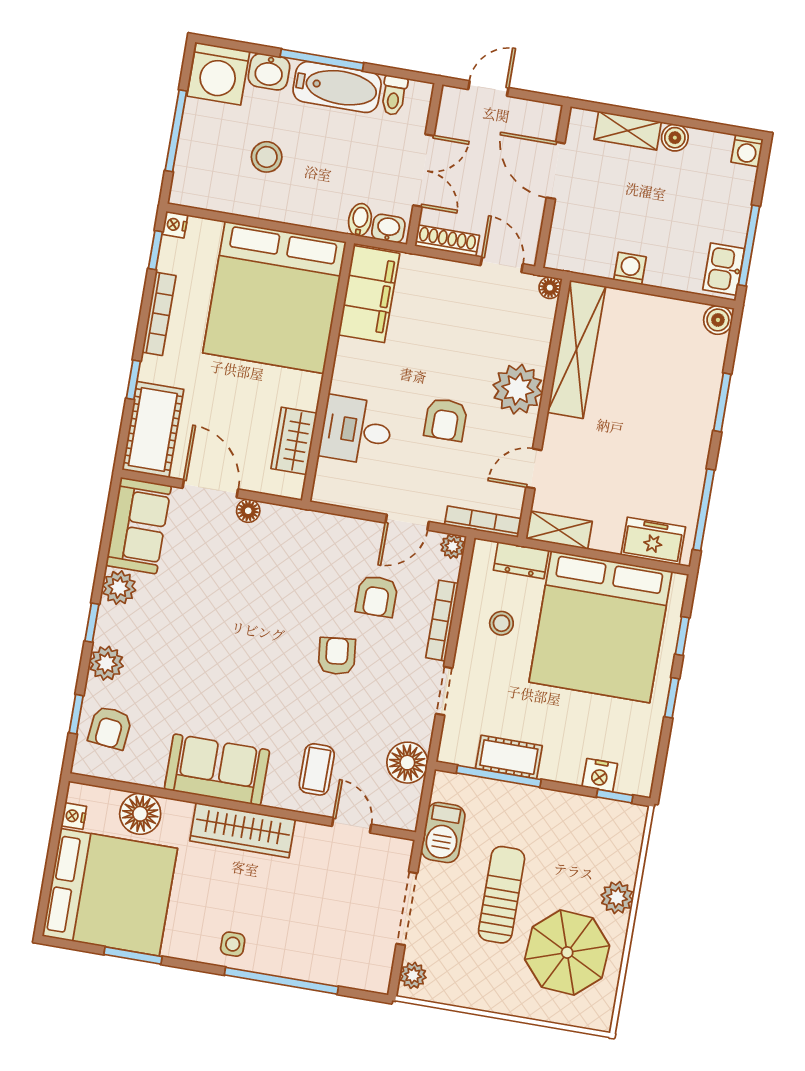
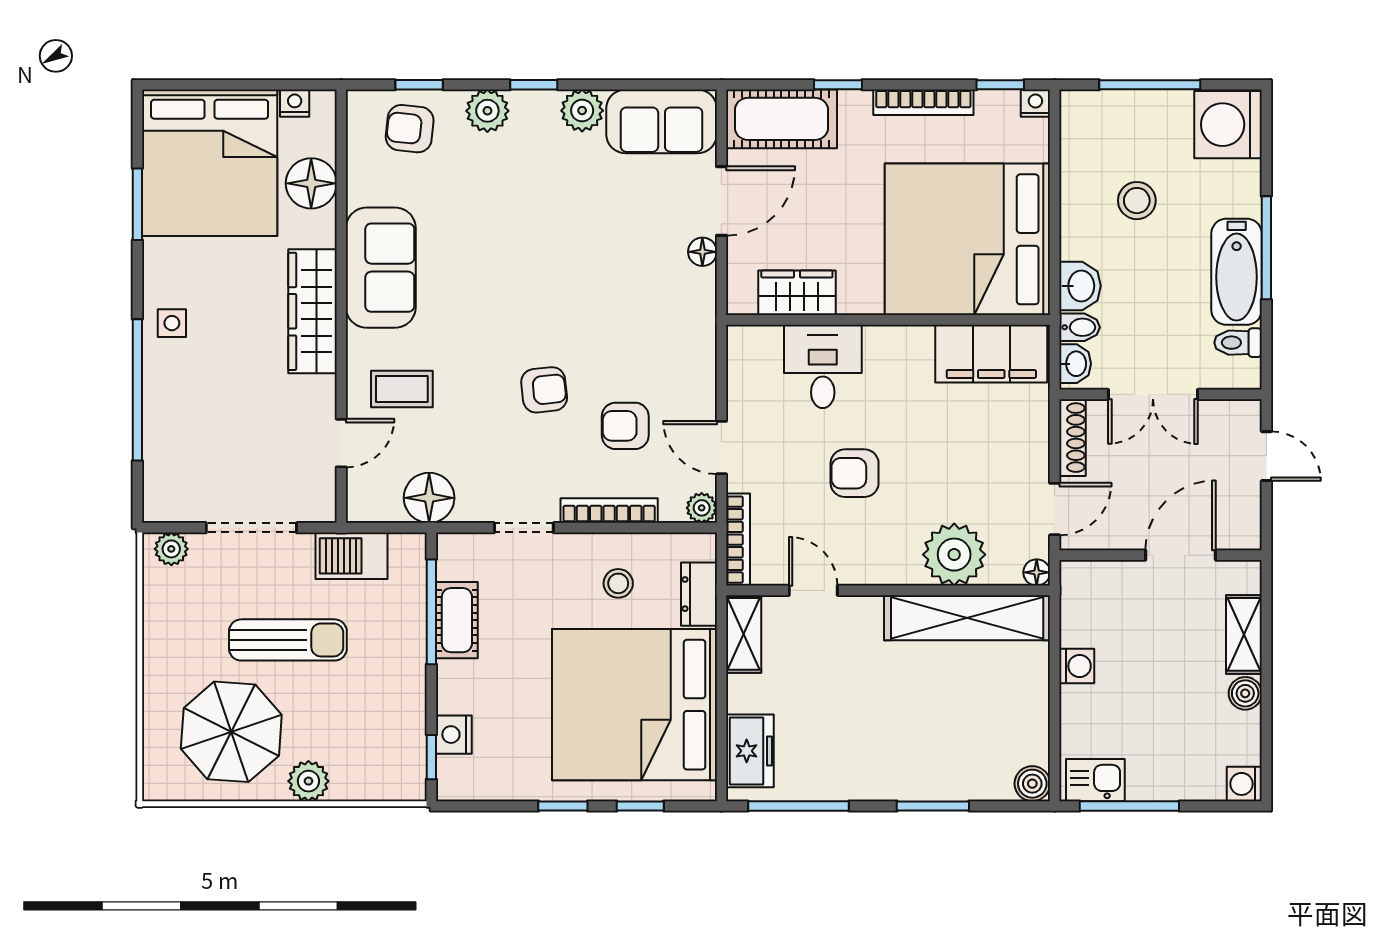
washbasin: (269, 72) -> (1080, 286), moved, turned 180
plant: (518, 389) -> (954, 555), moved

